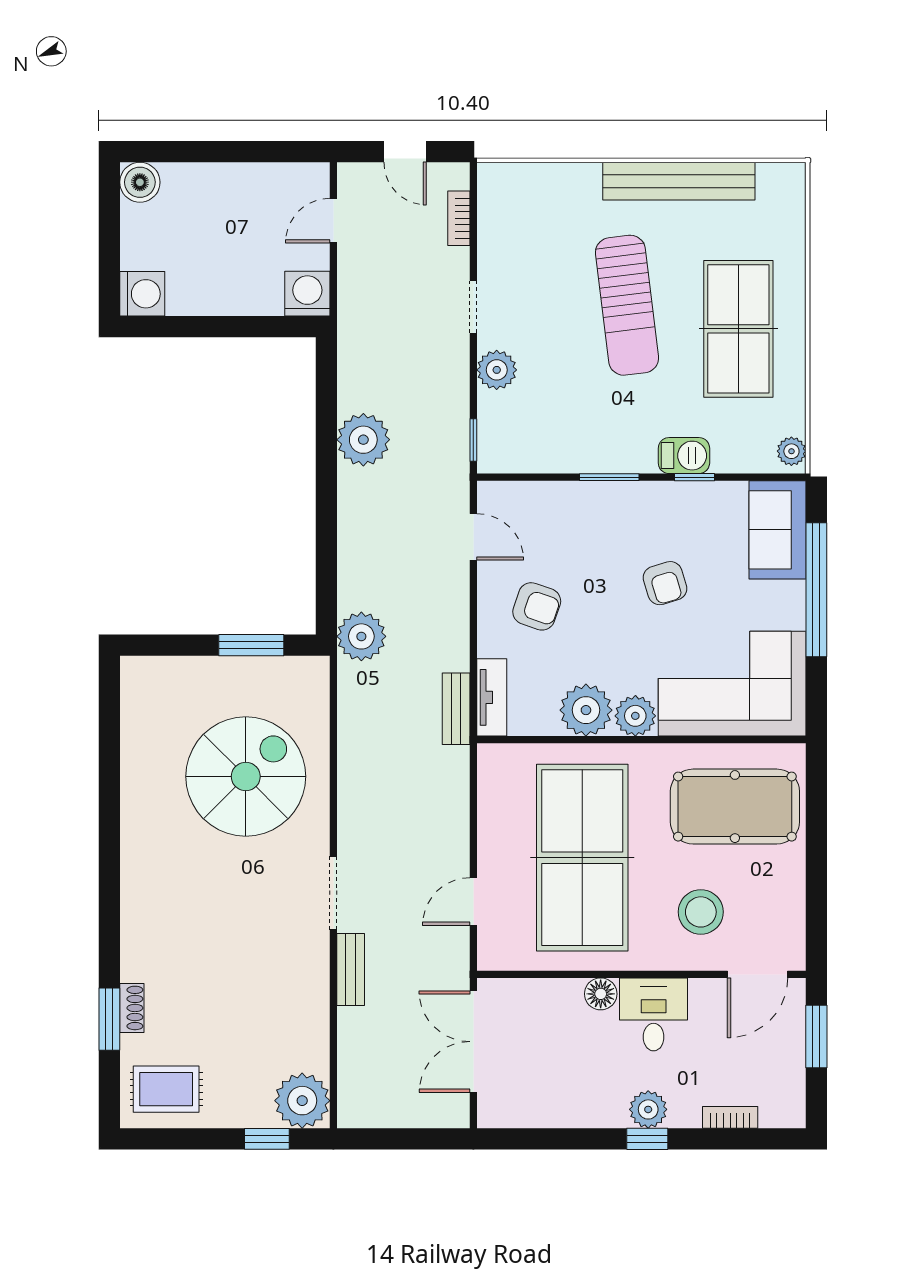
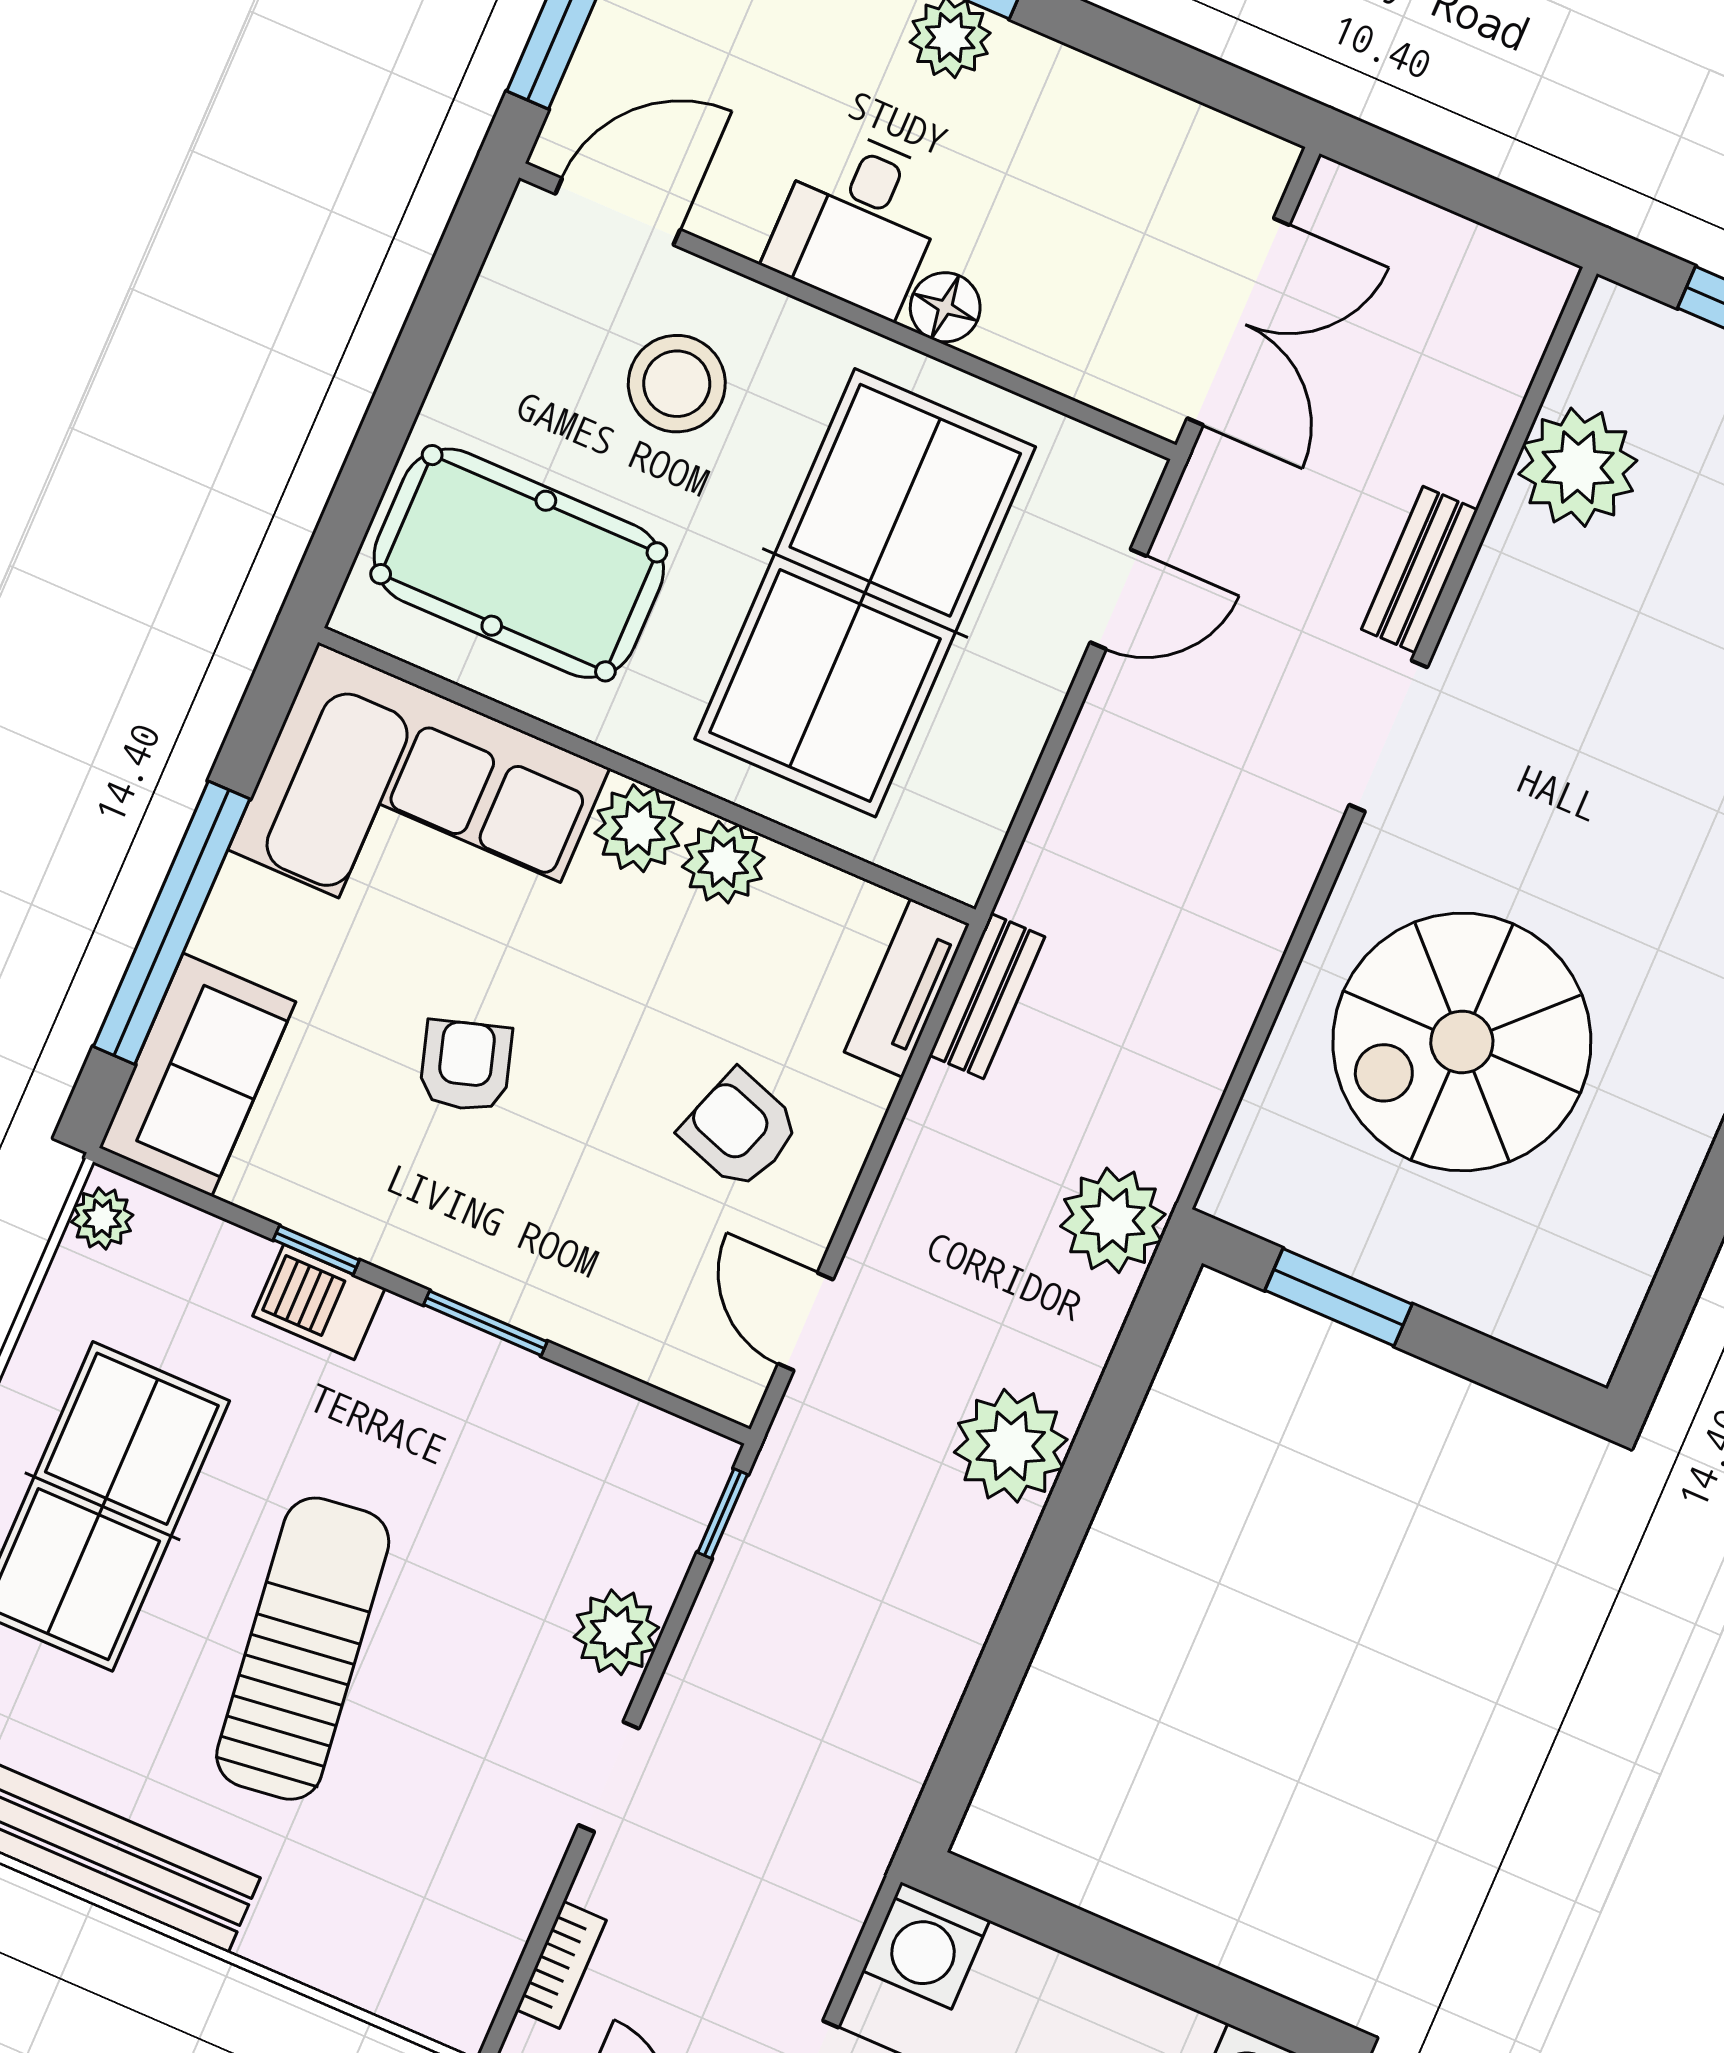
plant: (363, 440) -> (1011, 1446), moved
plant: (586, 710) -> (723, 862), width x0.73, depth x0.73
plant: (302, 1101) -> (1578, 467), moved

